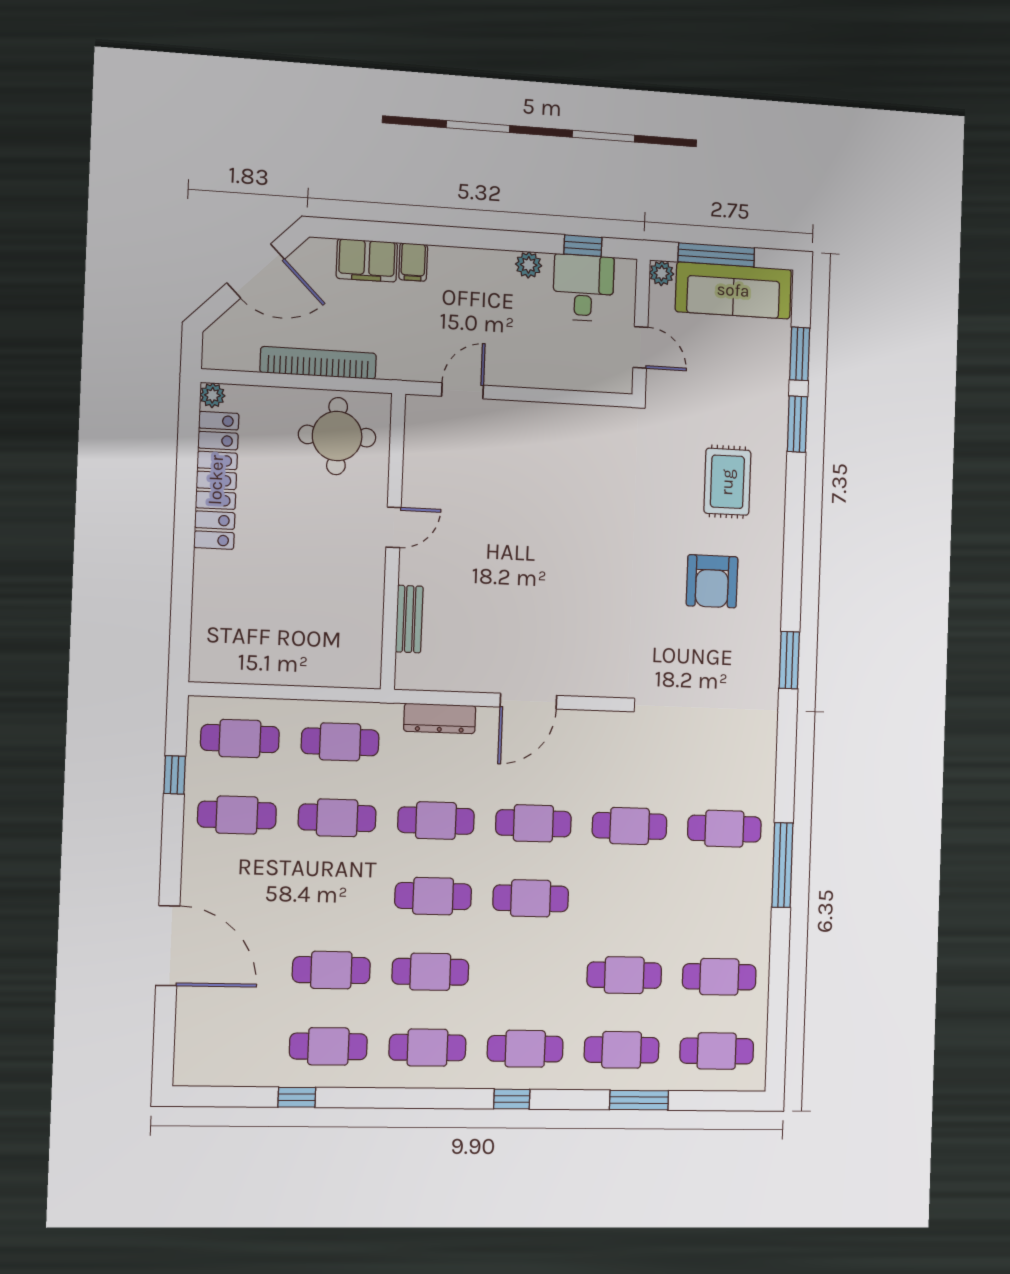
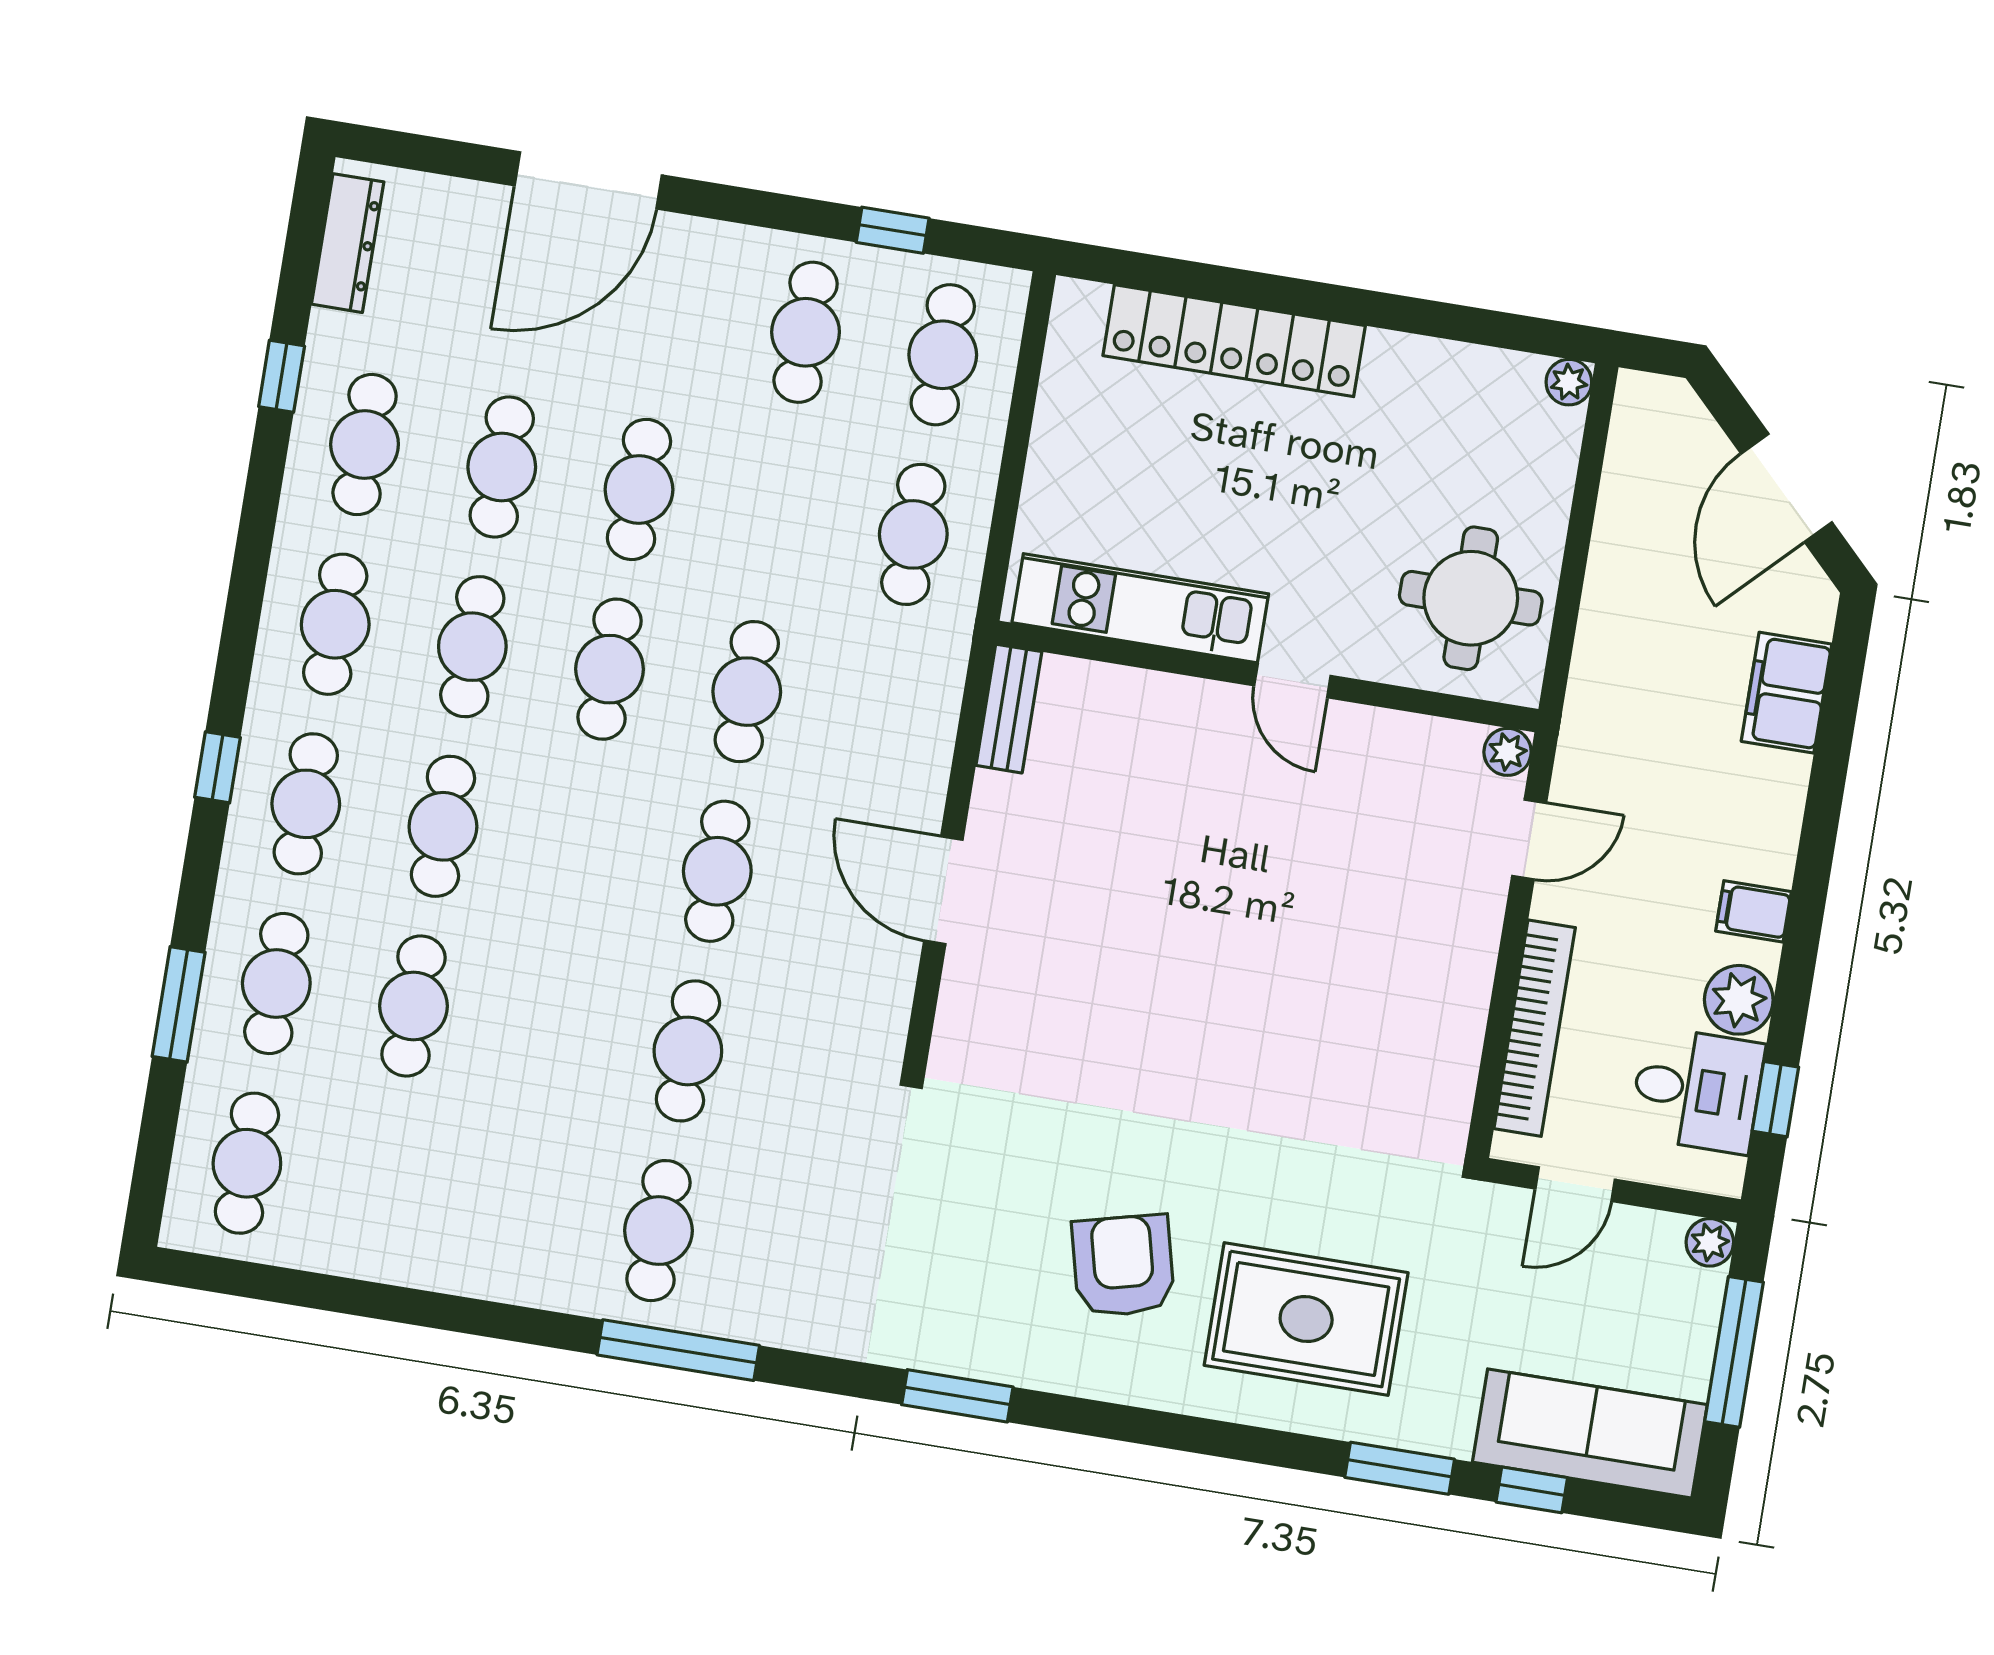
filing cabinet: (413, 262) -> (1753, 911), moved
plant: (529, 265) -> (1739, 1000), width x1.38, depth x1.38
sofa: (733, 290) -> (1590, 1433), moved, turned 90
window: (800, 354) -> (1532, 1490), width x0.67
bookcase: (318, 363) -> (1535, 1028), moved
door: (463, 391) -> (1529, 839), hinge flipped
plant: (417, 407) -> (1508, 752), added
locker: (216, 480) -> (1234, 341), moved
rug: (727, 482) -> (1306, 1319), width x1.36, depth x1.43
armchair: (712, 581) -> (1123, 1266), turned 76
kitchen unit: (365, 614) -> (1140, 608), added
bench: (409, 619) -> (1009, 709), moved, turned 90
dresser: (440, 718) -> (348, 243), moved, turned 180
cafe table: (337, 818) -> (639, 489), moved
window: (782, 865) -> (678, 1350), moved
cafe table: (531, 898) -> (443, 826), moved
cafe table: (719, 977) -> (384, 1186), removed

